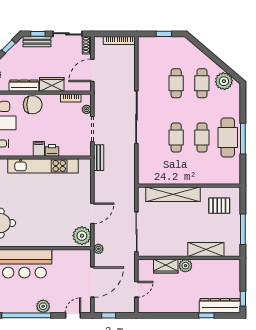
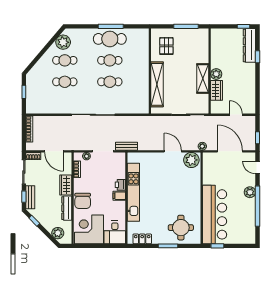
chair: (33, 105) -> (83, 201), turned 180
shelving: (206, 249) -> (203, 78), moved

